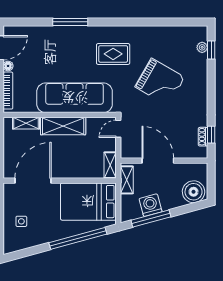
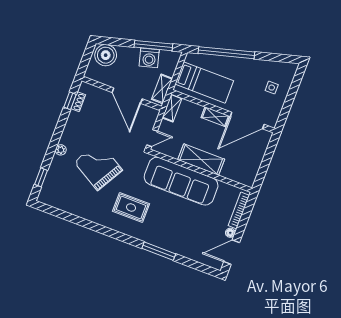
plant: (202, 47) -> (61, 150), moved
shelving: (26, 123) -> (215, 117), moved
bed: (88, 202) -> (204, 82), width x0.67

